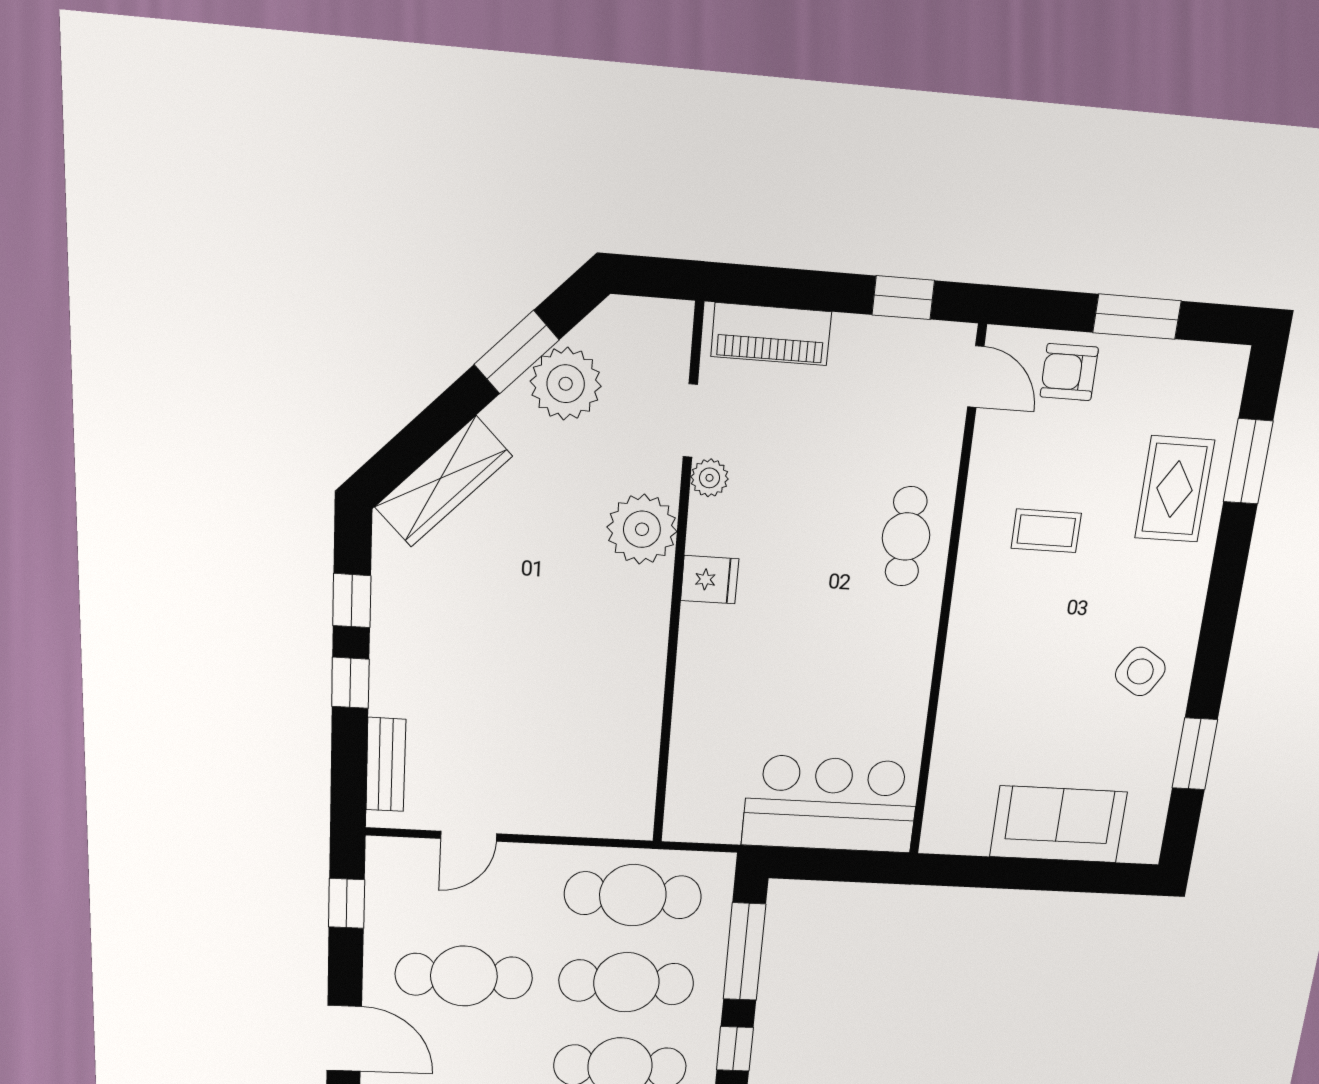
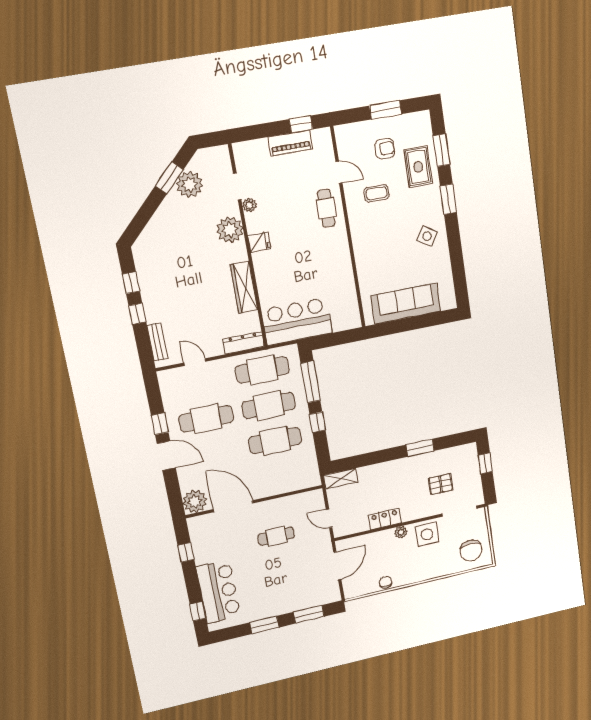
piano: (771, 334) -> (290, 143), moved
armchair: (1069, 372) -> (385, 149), moved, turned 180
door: (976, 377) -> (339, 172), moved
wardrobe: (443, 482) -> (244, 287), moved, turned 135
window: (1195, 754) -> (448, 199), moved
bar counter: (831, 804) -> (297, 321), moved
dresser: (603, 819) -> (244, 343), added
sofa: (1058, 824) -> (406, 304), width x1.36
door: (469, 836) -> (195, 362), swing flipped
window: (347, 903) -> (160, 424), moved

